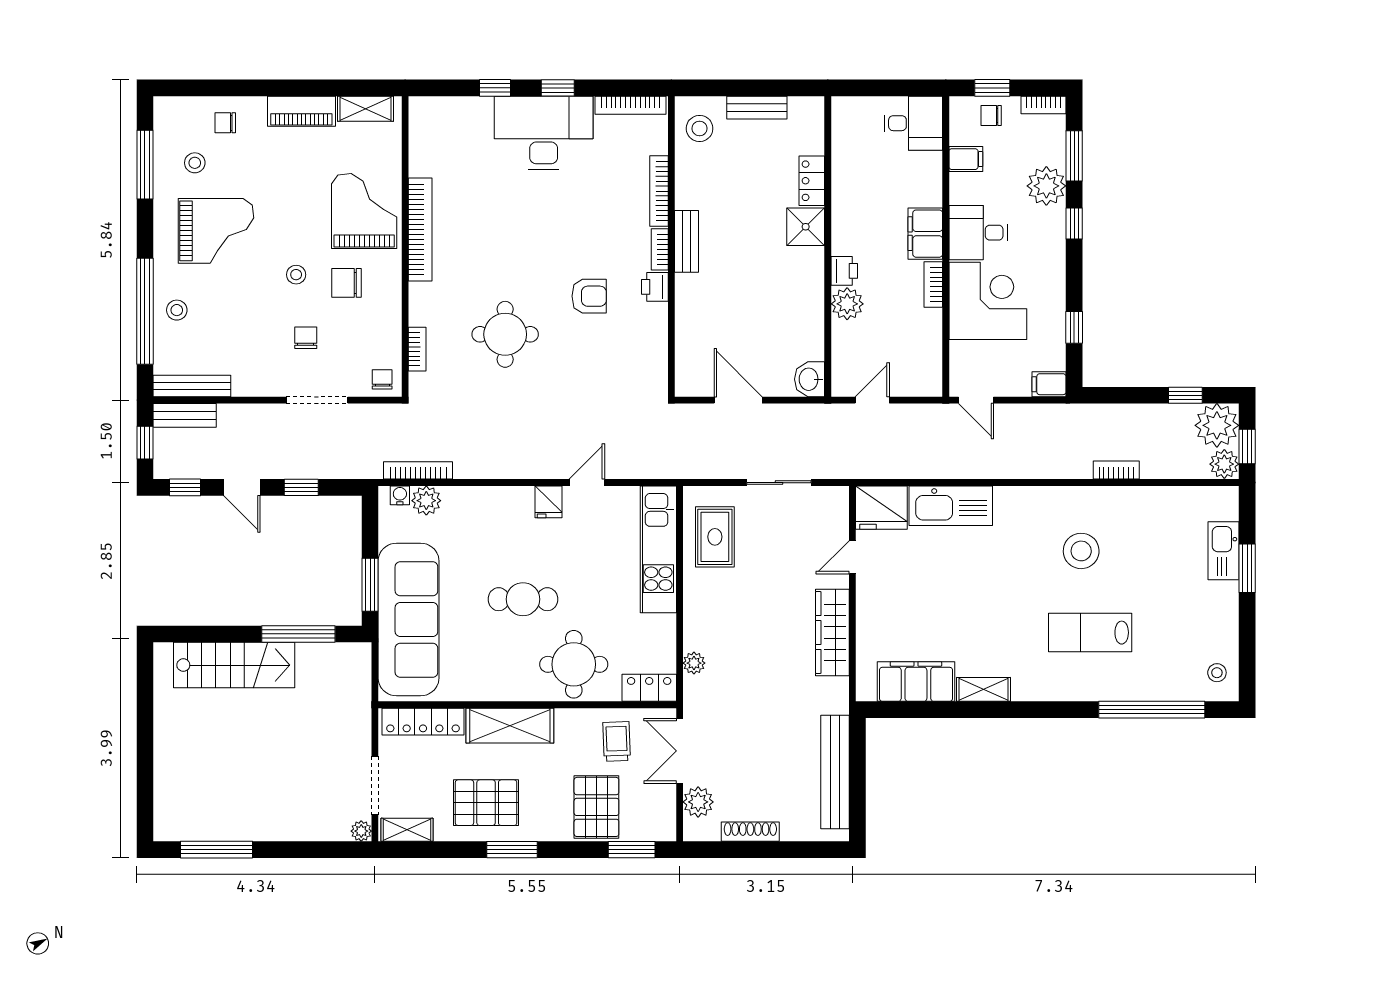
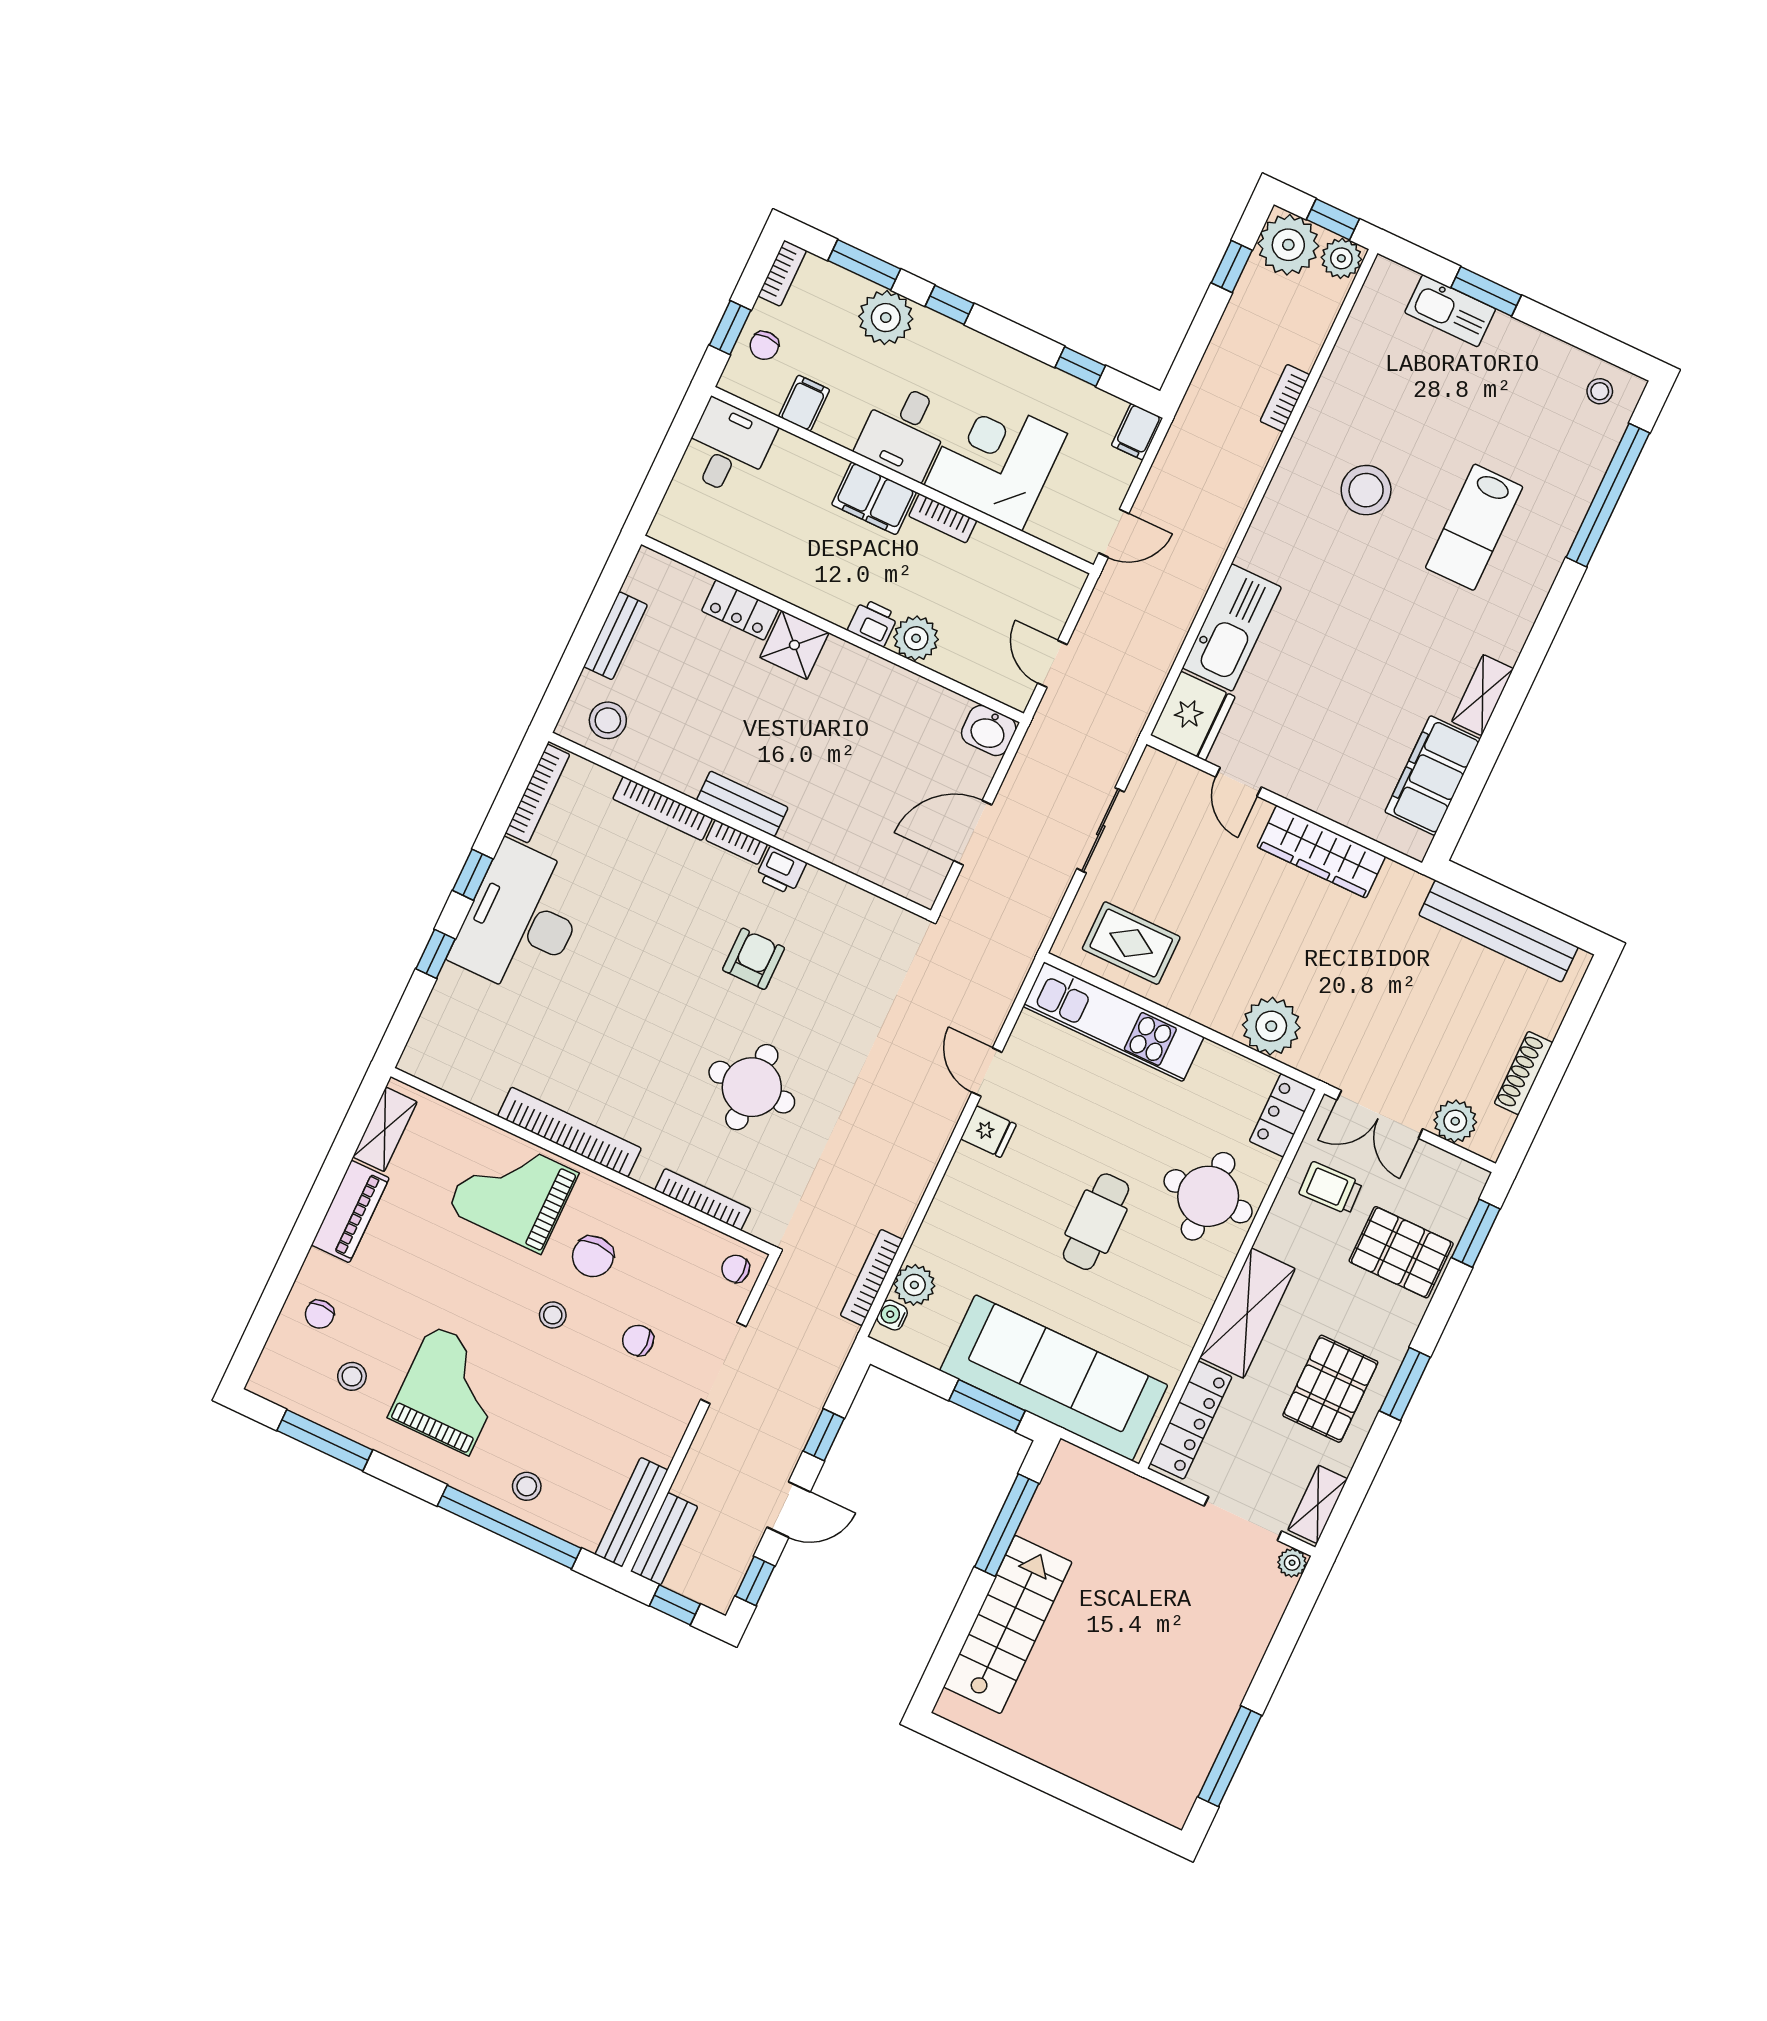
bookcase: (417, 349) -> (703, 1199), width x1.56
plant: (694, 663) -> (1271, 1026), width x1.88, depth x1.88

